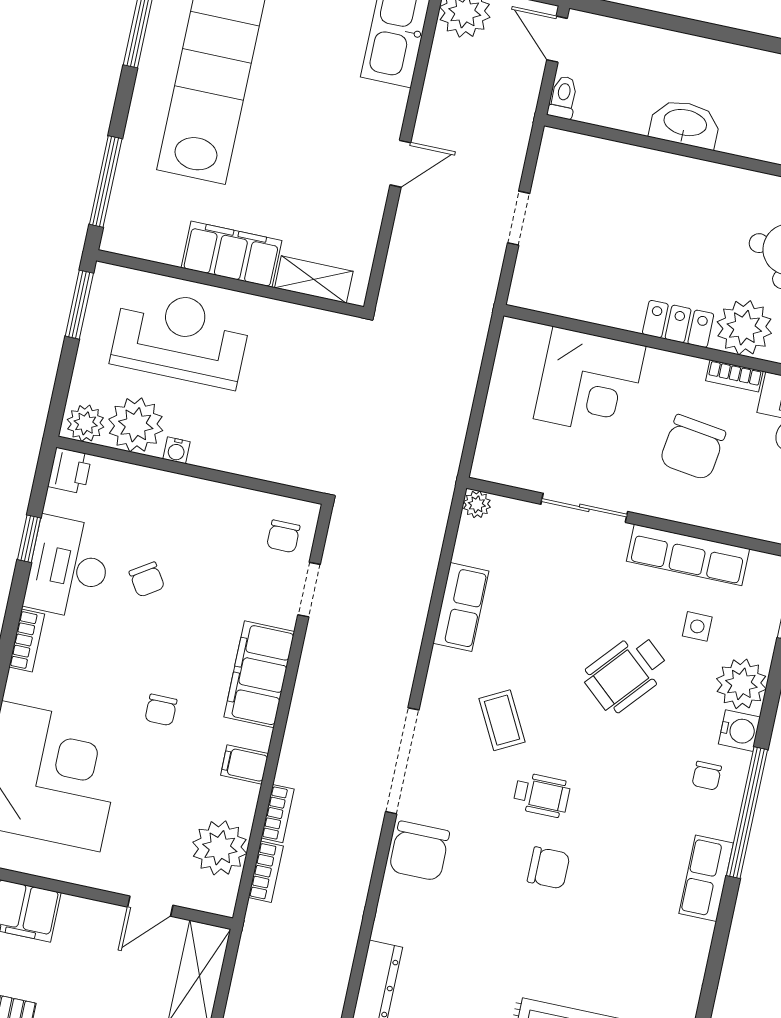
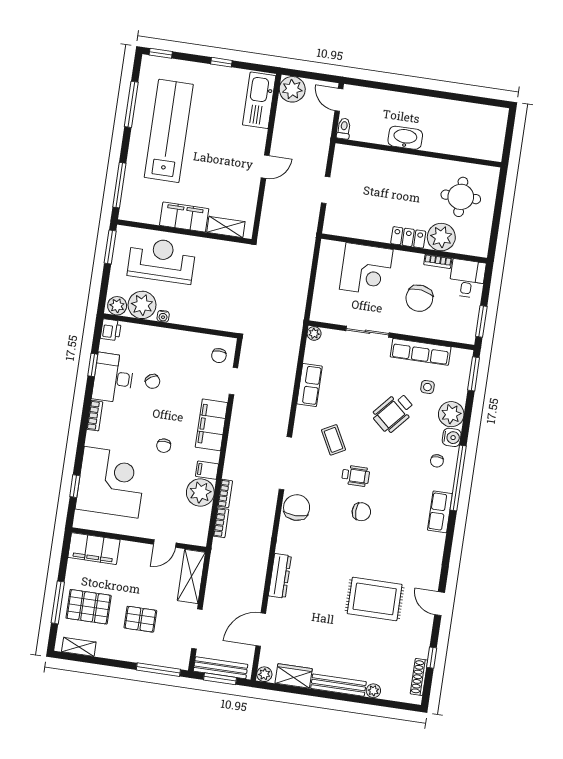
plant: (220, 848) -> (200, 492), moved
chair: (419, 851) -> (297, 508), turned 180

